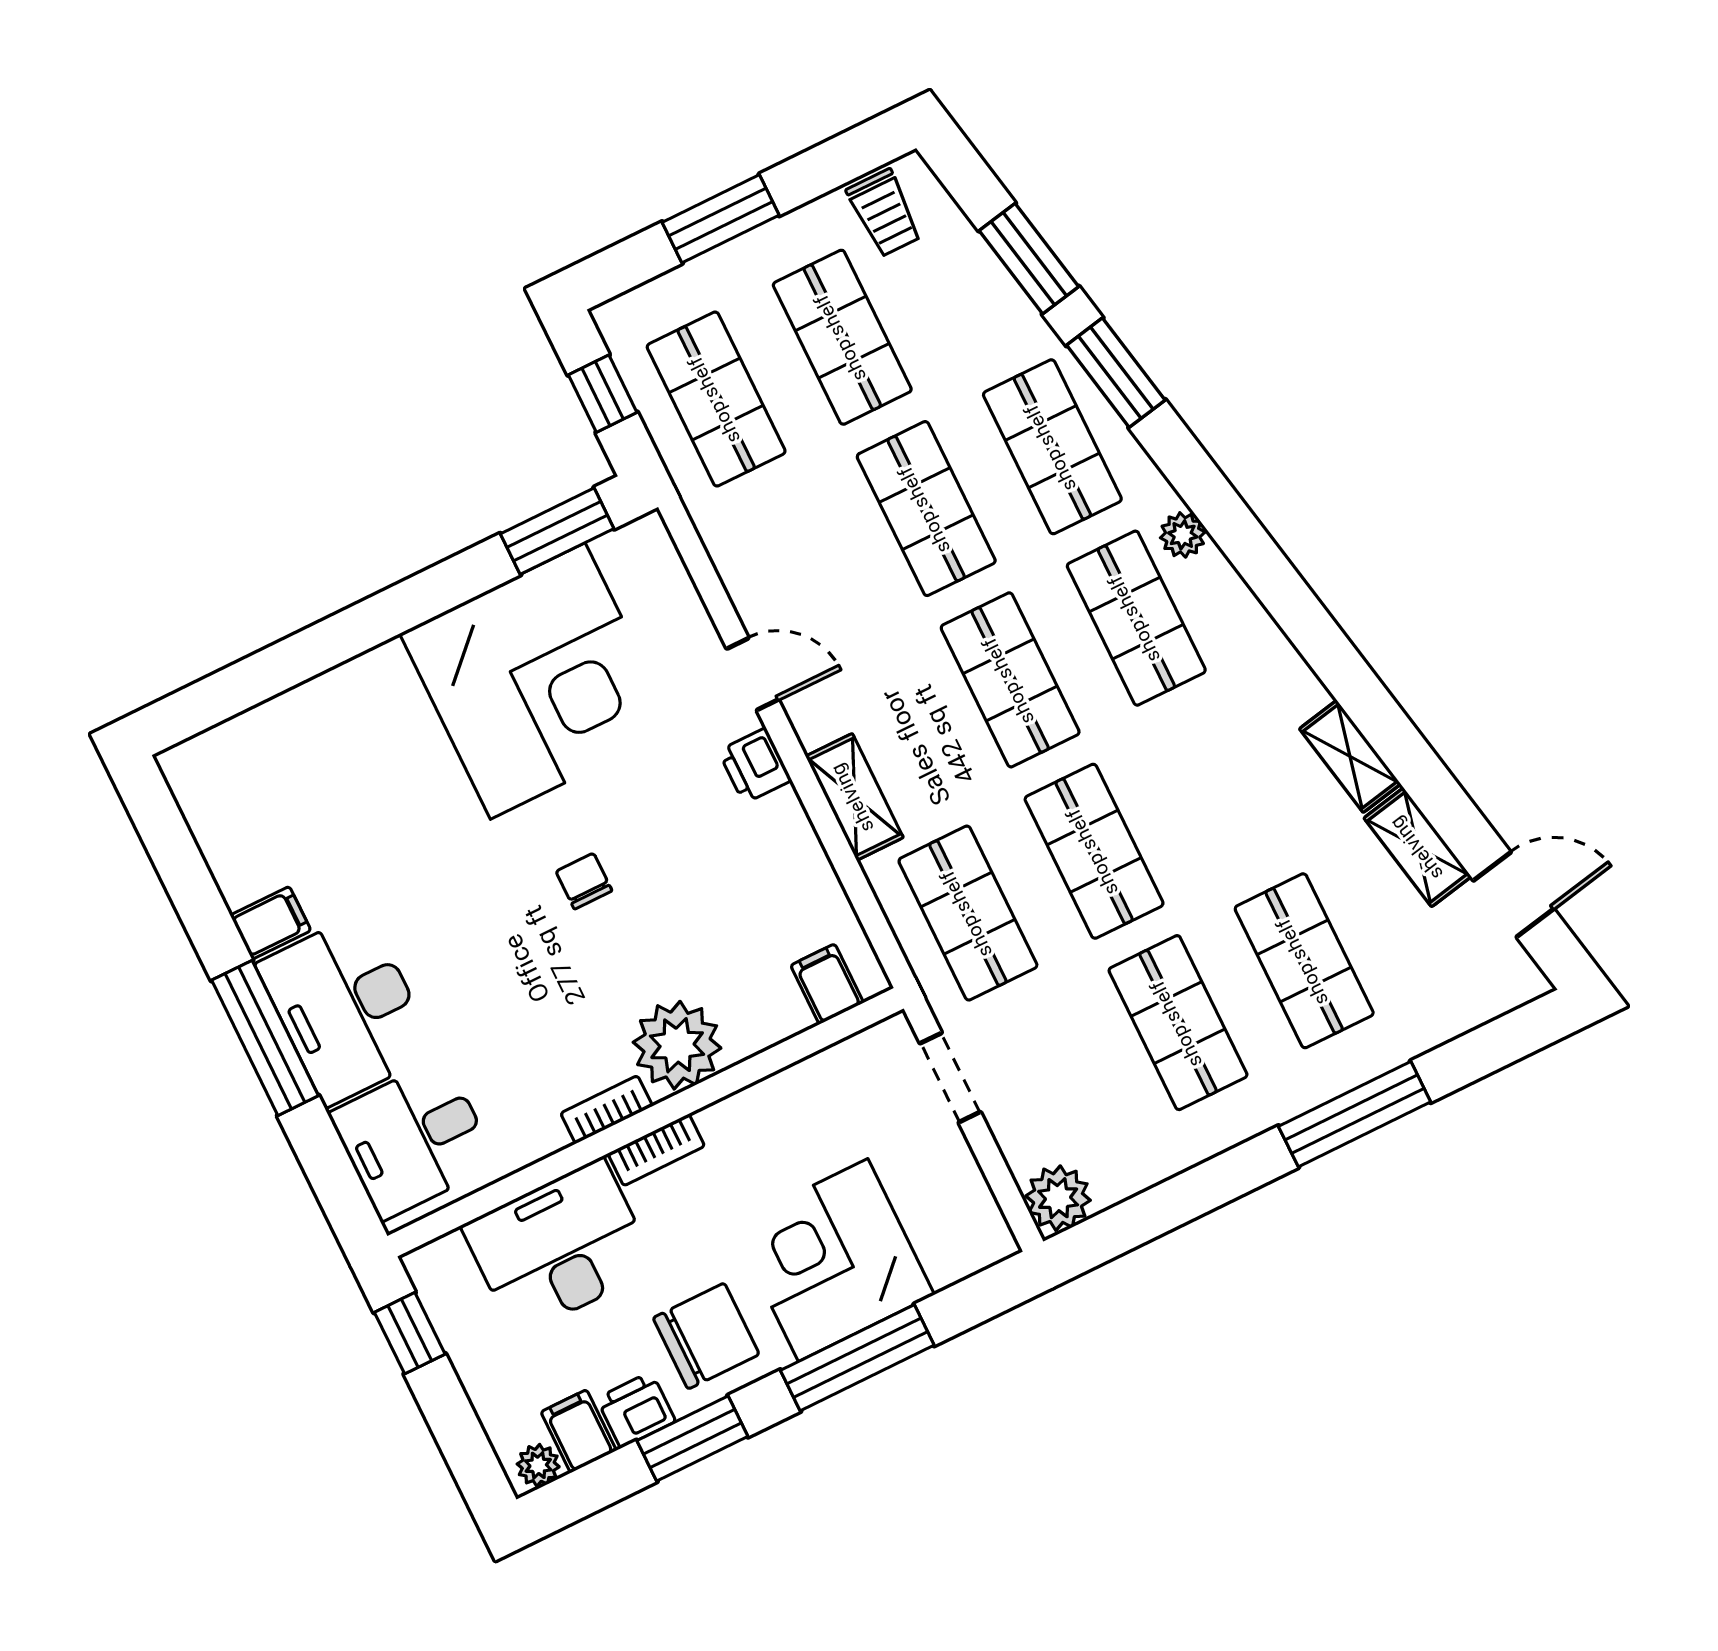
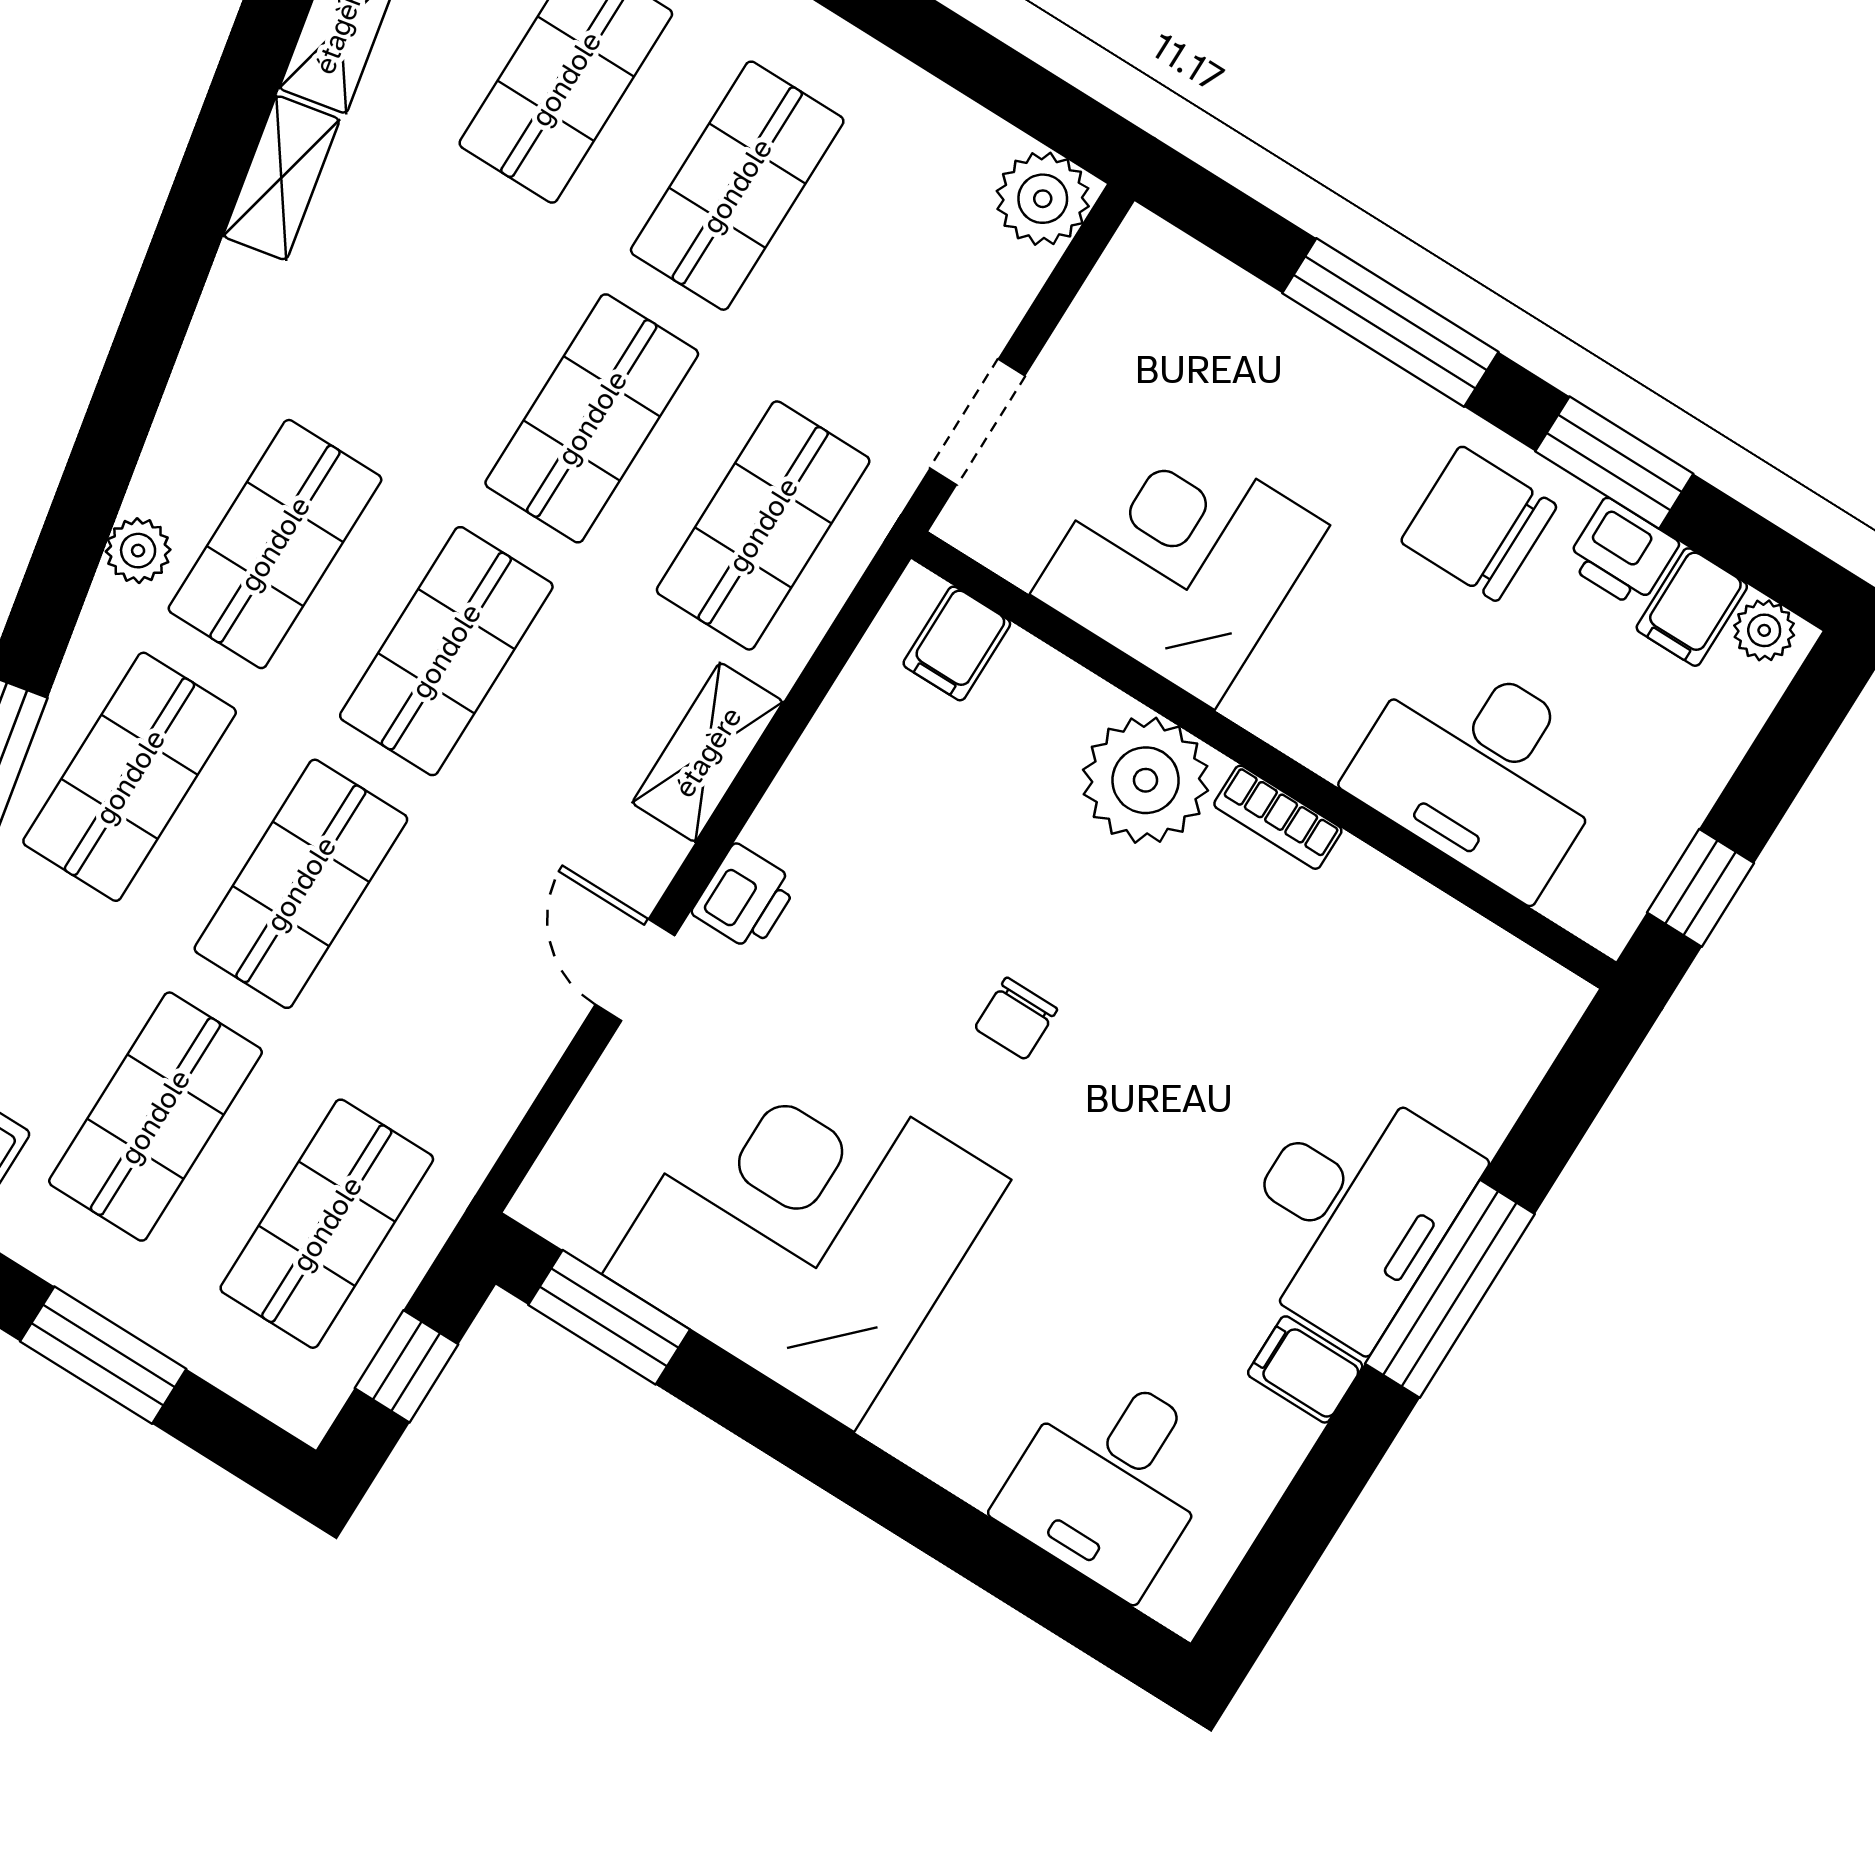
desk: (413, 1139) -> (1111, 1481), moved, turned 90
bookcase: (656, 1150) -> (1289, 726), removed
corner desk: (833, 1260) -> (1180, 560), moved, turned 180

